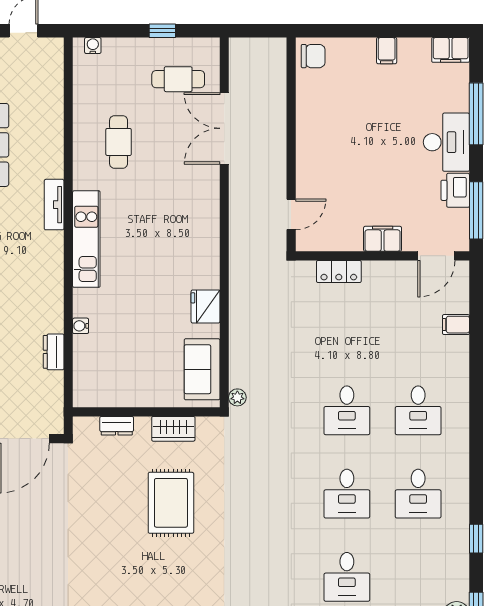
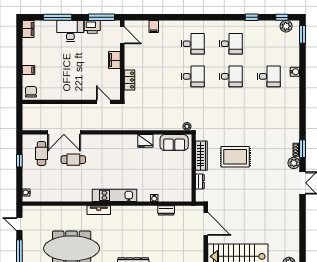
filing cabinet: (387, 51) -> (28, 70), moved
cafe table: (119, 142) -> (73, 160), moved
wardrobe: (173, 429) -> (201, 156), width x1.50

